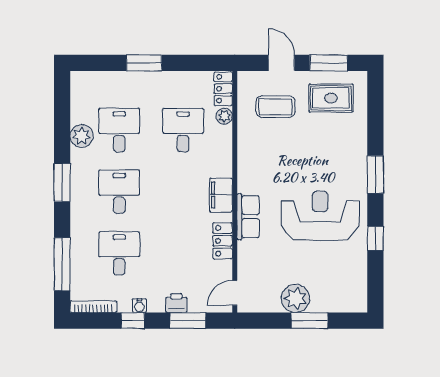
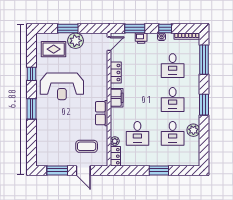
rug: (331, 98) -> (54, 49), moved
row of seats: (248, 217) -> (102, 113), moved

